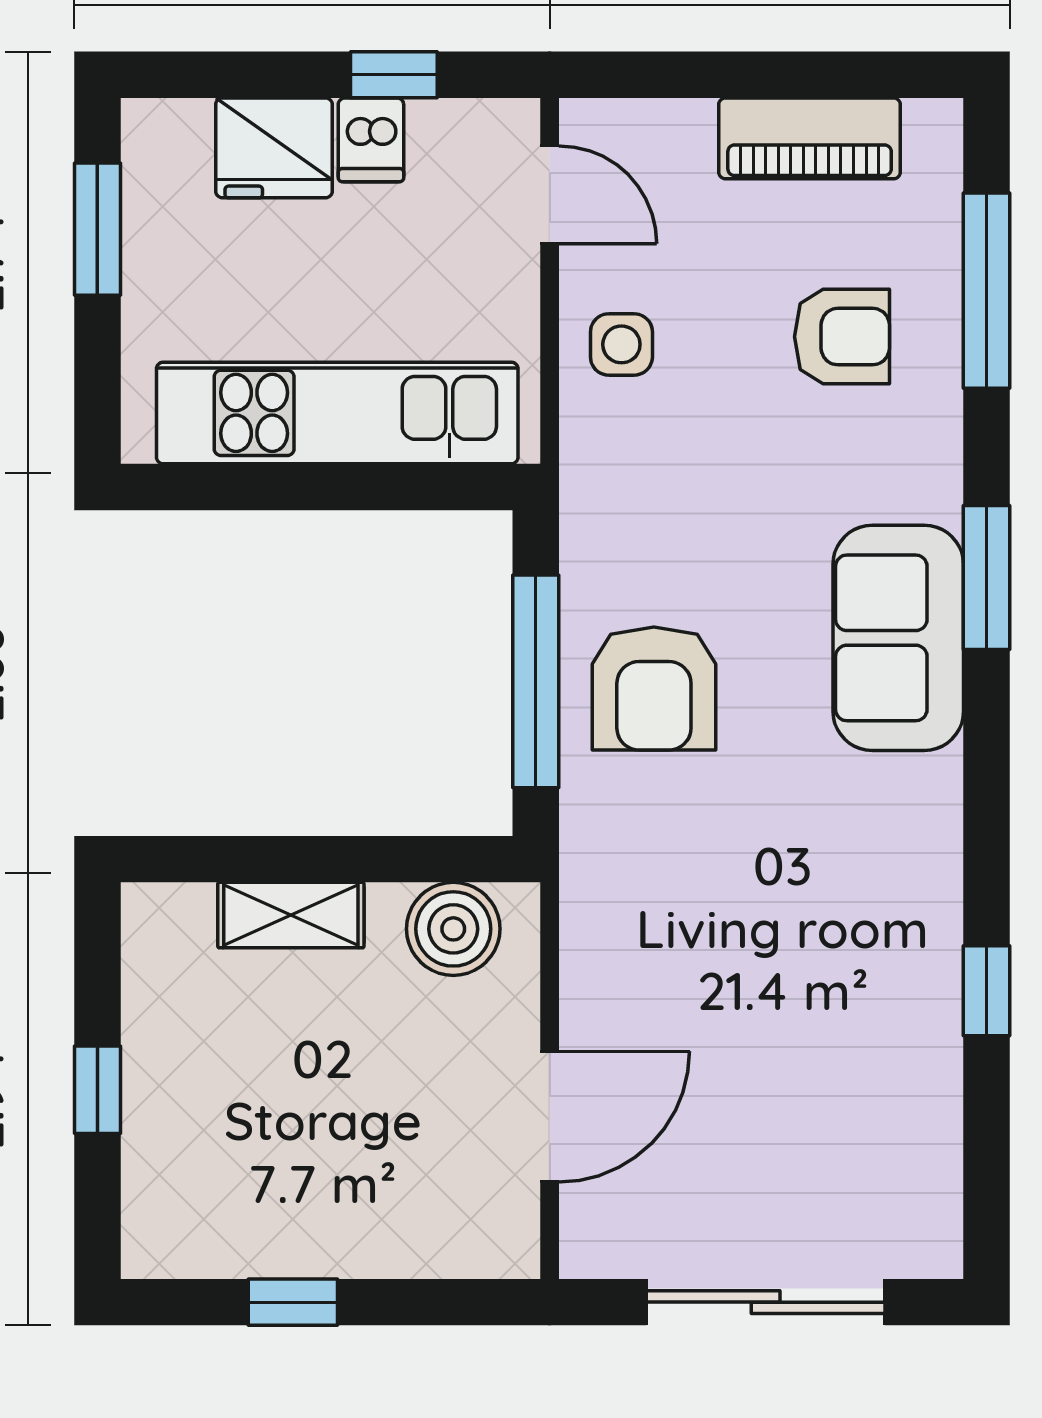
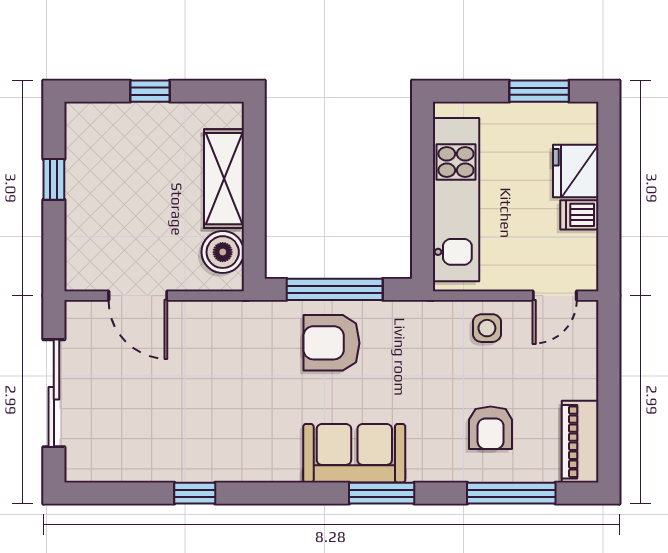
window: (394, 75) -> (609, 225), removed
piano: (810, 138) -> (580, 442), moved
shelving: (291, 915) -> (224, 179), width x1.50, depth x1.33

